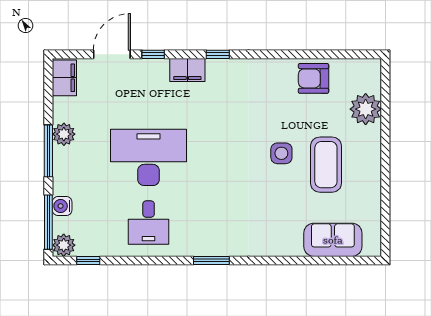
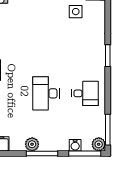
side table: (281, 153) -> (76, 12), moved
desk: (149, 157) -> (46, 93), width x0.73, depth x0.77
window: (88, 260) -> (108, 130), width x2.17

